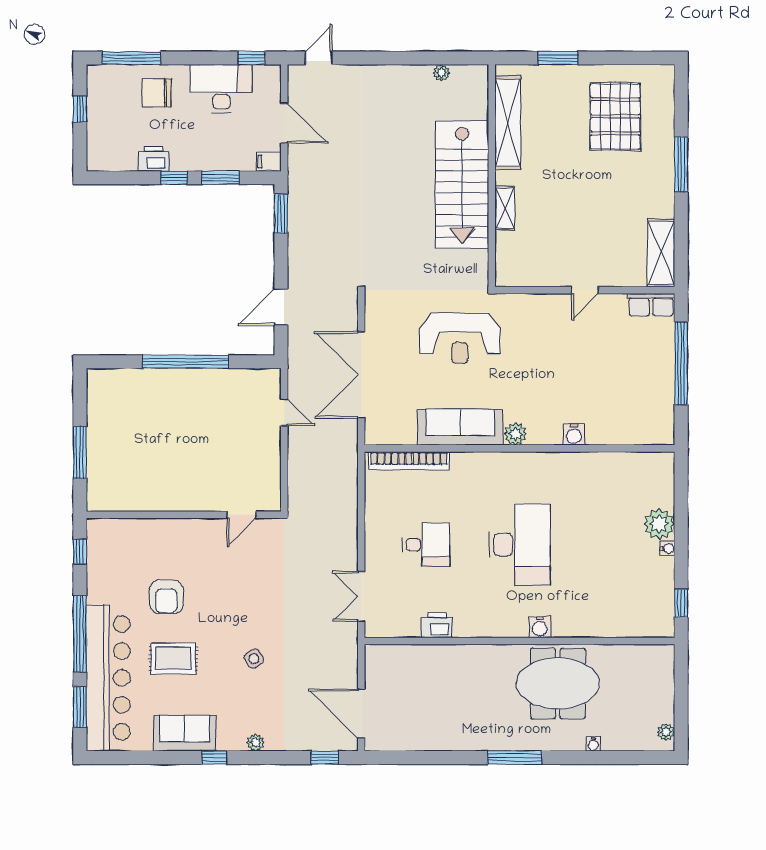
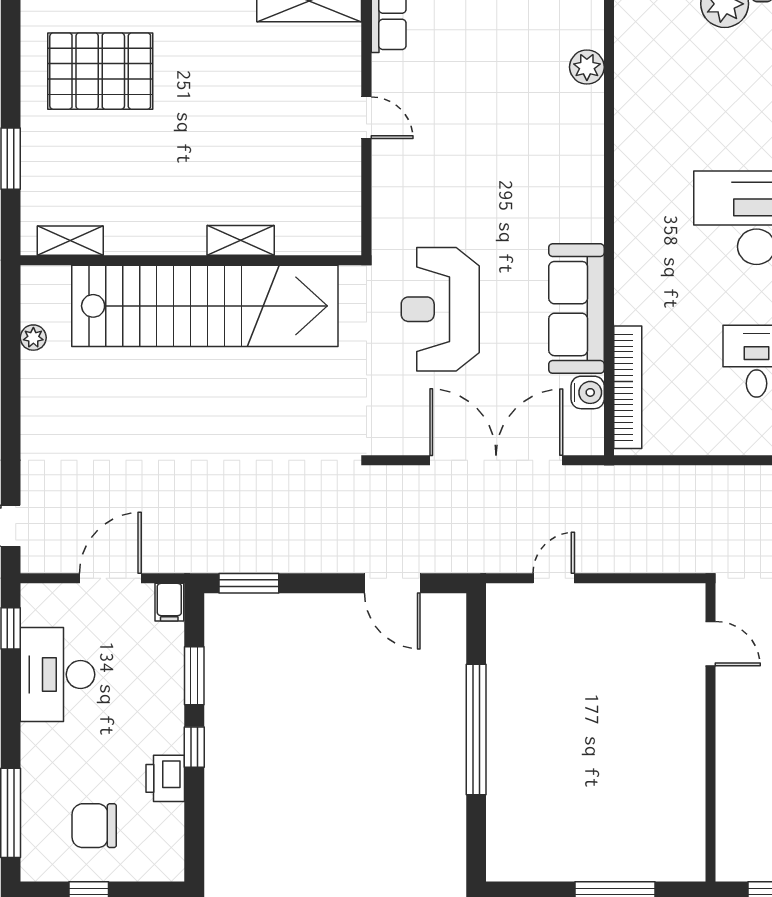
chair: (157, 93) -> (94, 826), moved, turned 90
shelving: (508, 123) -> (70, 241), width x0.45, depth x0.75
stairs: (462, 185) -> (205, 306), width x1.36
reception desk: (460, 338) -> (440, 309), turned 180
double door: (361, 375) -> (496, 460), swing flipped
plant: (516, 434) -> (587, 67), moved
water cooler: (574, 435) -> (588, 392), moved

